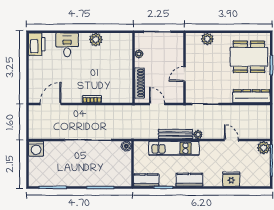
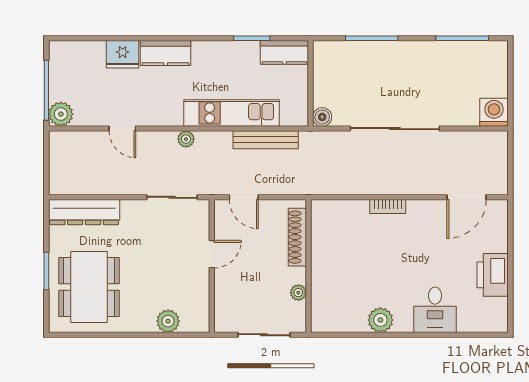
printer: (37, 44) -> (493, 275), moved
dining table: (249, 57) -> (89, 287), turned 90
door: (157, 104) -> (244, 197), moved
bench: (176, 134) -> (266, 140), moved
kitchen counter: (189, 180) -> (166, 53), moved

